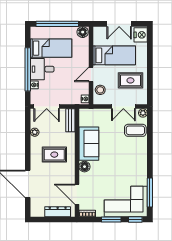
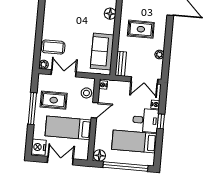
window: (28, 69) -> (161, 121), width x0.32
window: (150, 71) -> (32, 108), added
double door: (47, 107) -> (144, 80), swing flipped
sofa: (89, 144) -> (102, 52), moved

